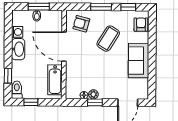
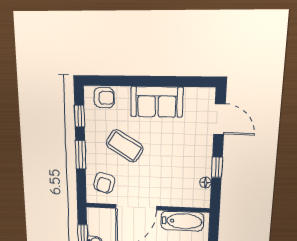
armchair: (141, 25) -> (104, 98), turned 180
plant: (93, 94) -> (205, 169), removed

